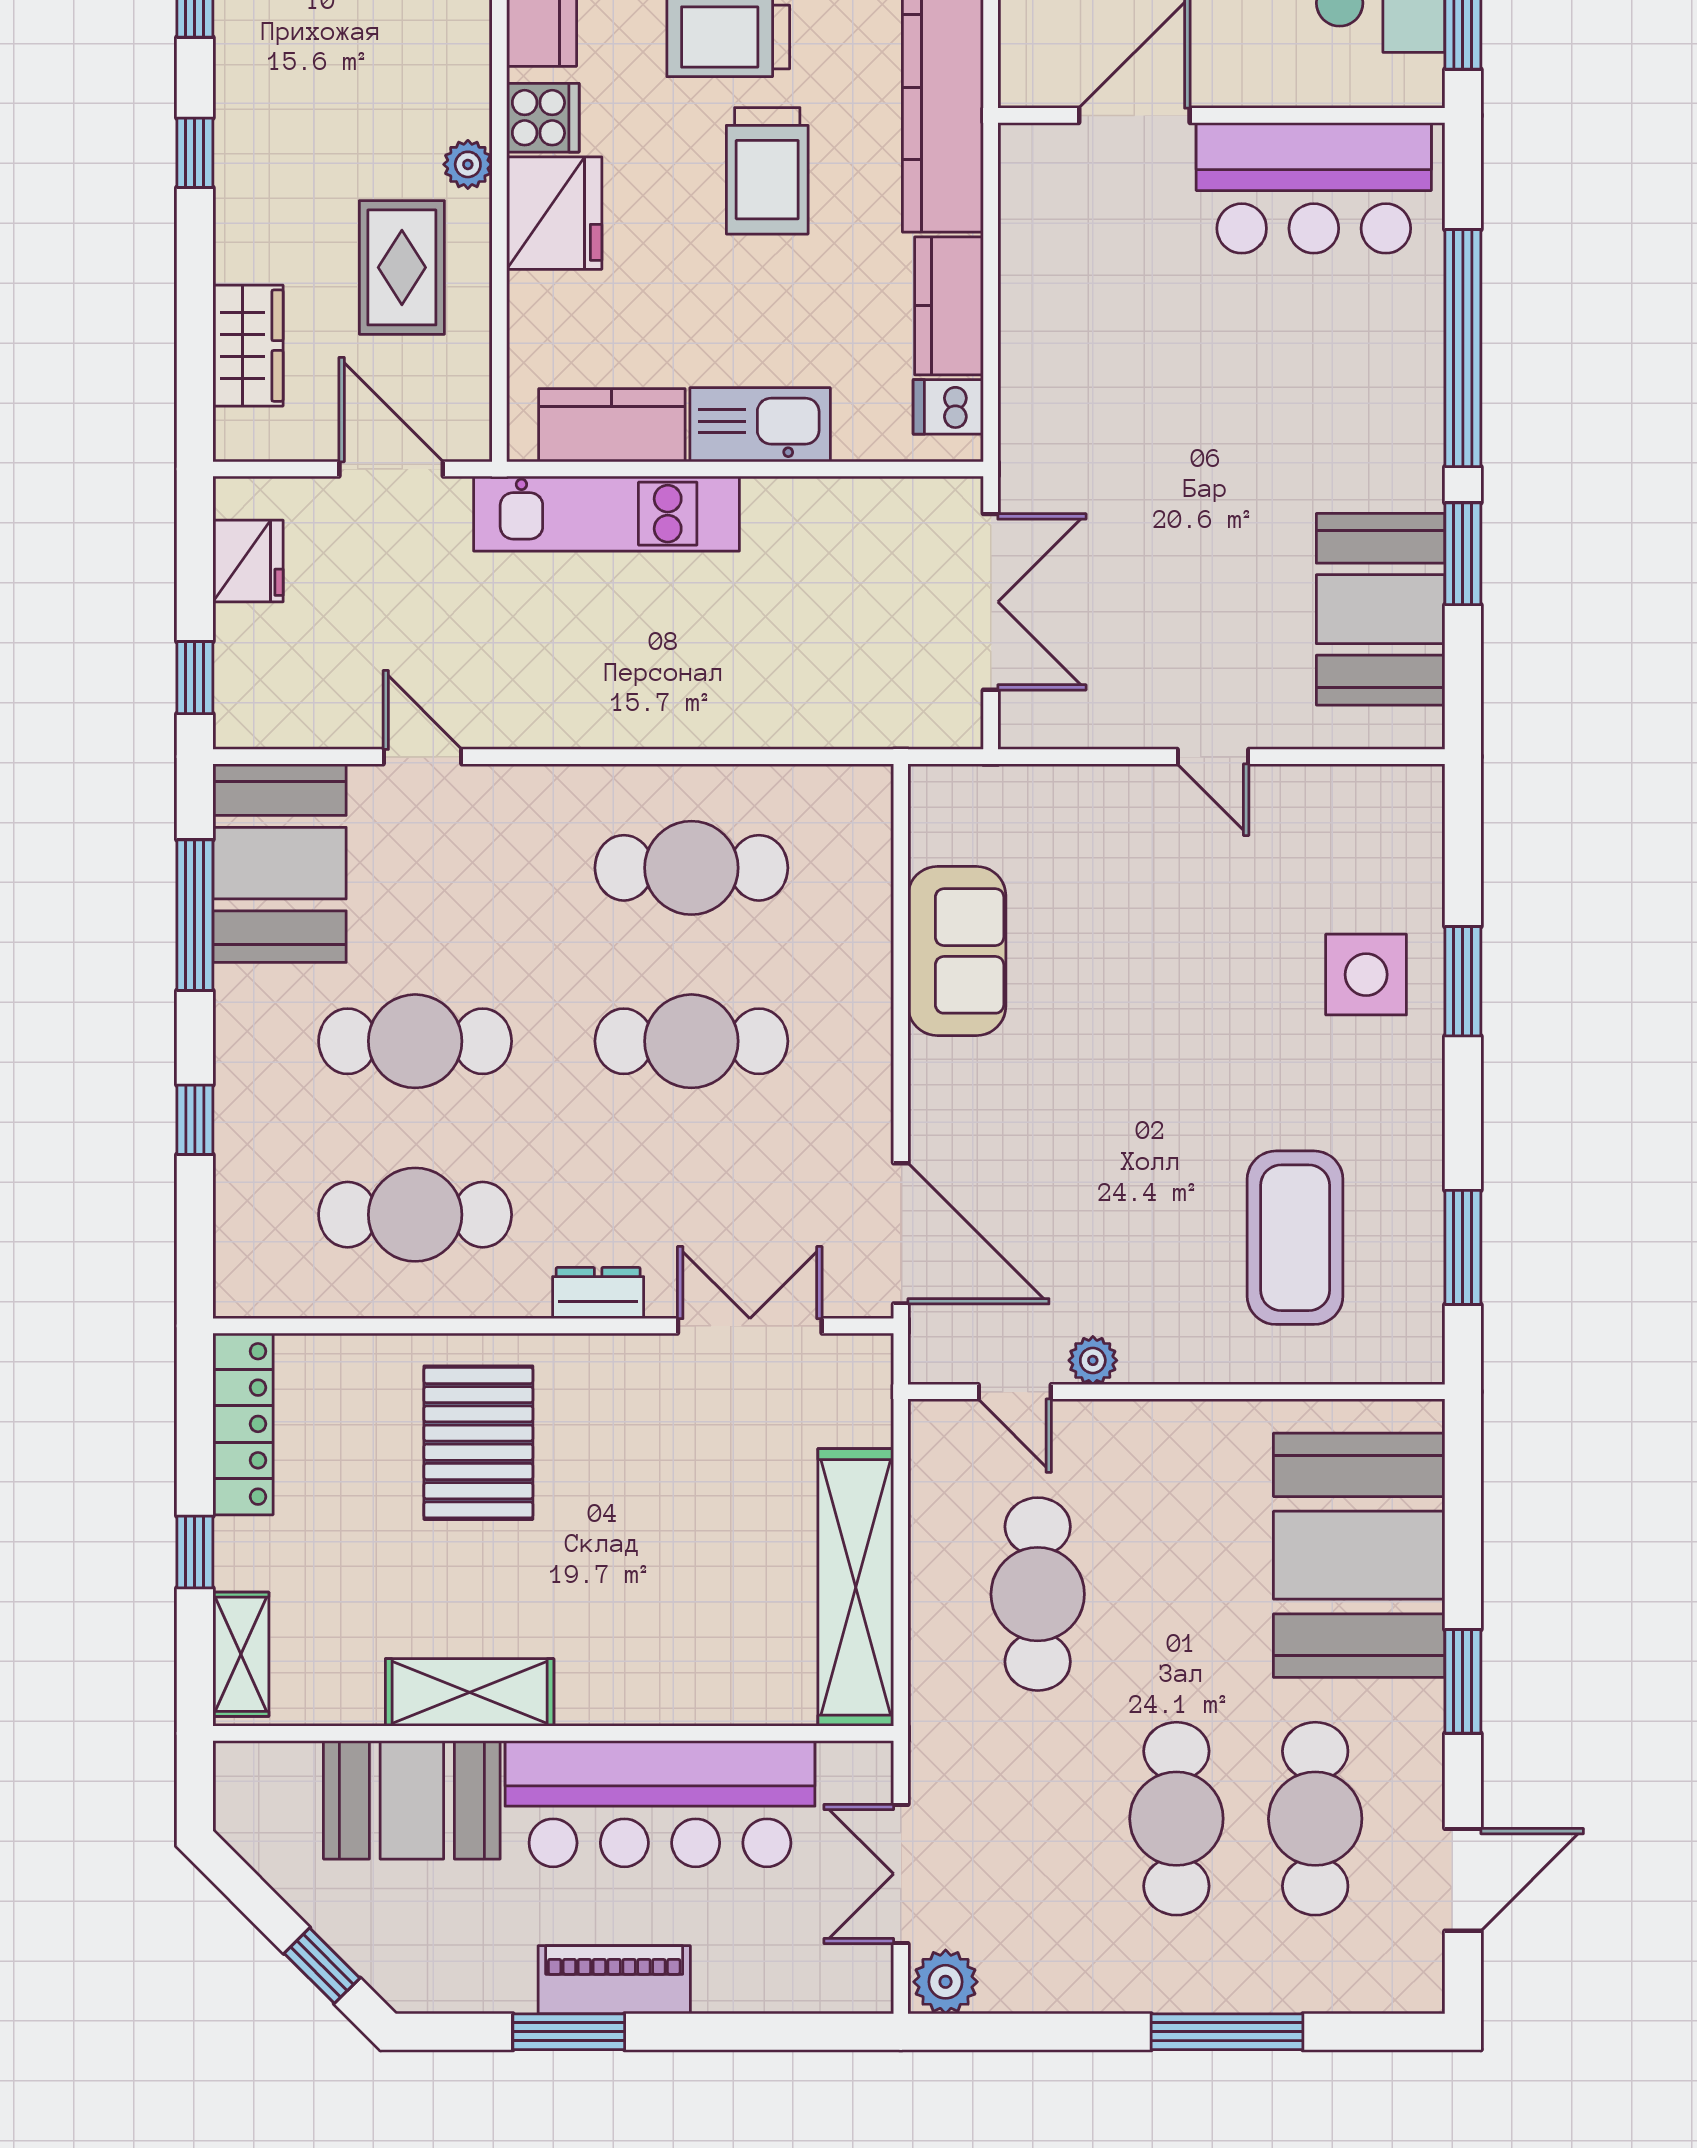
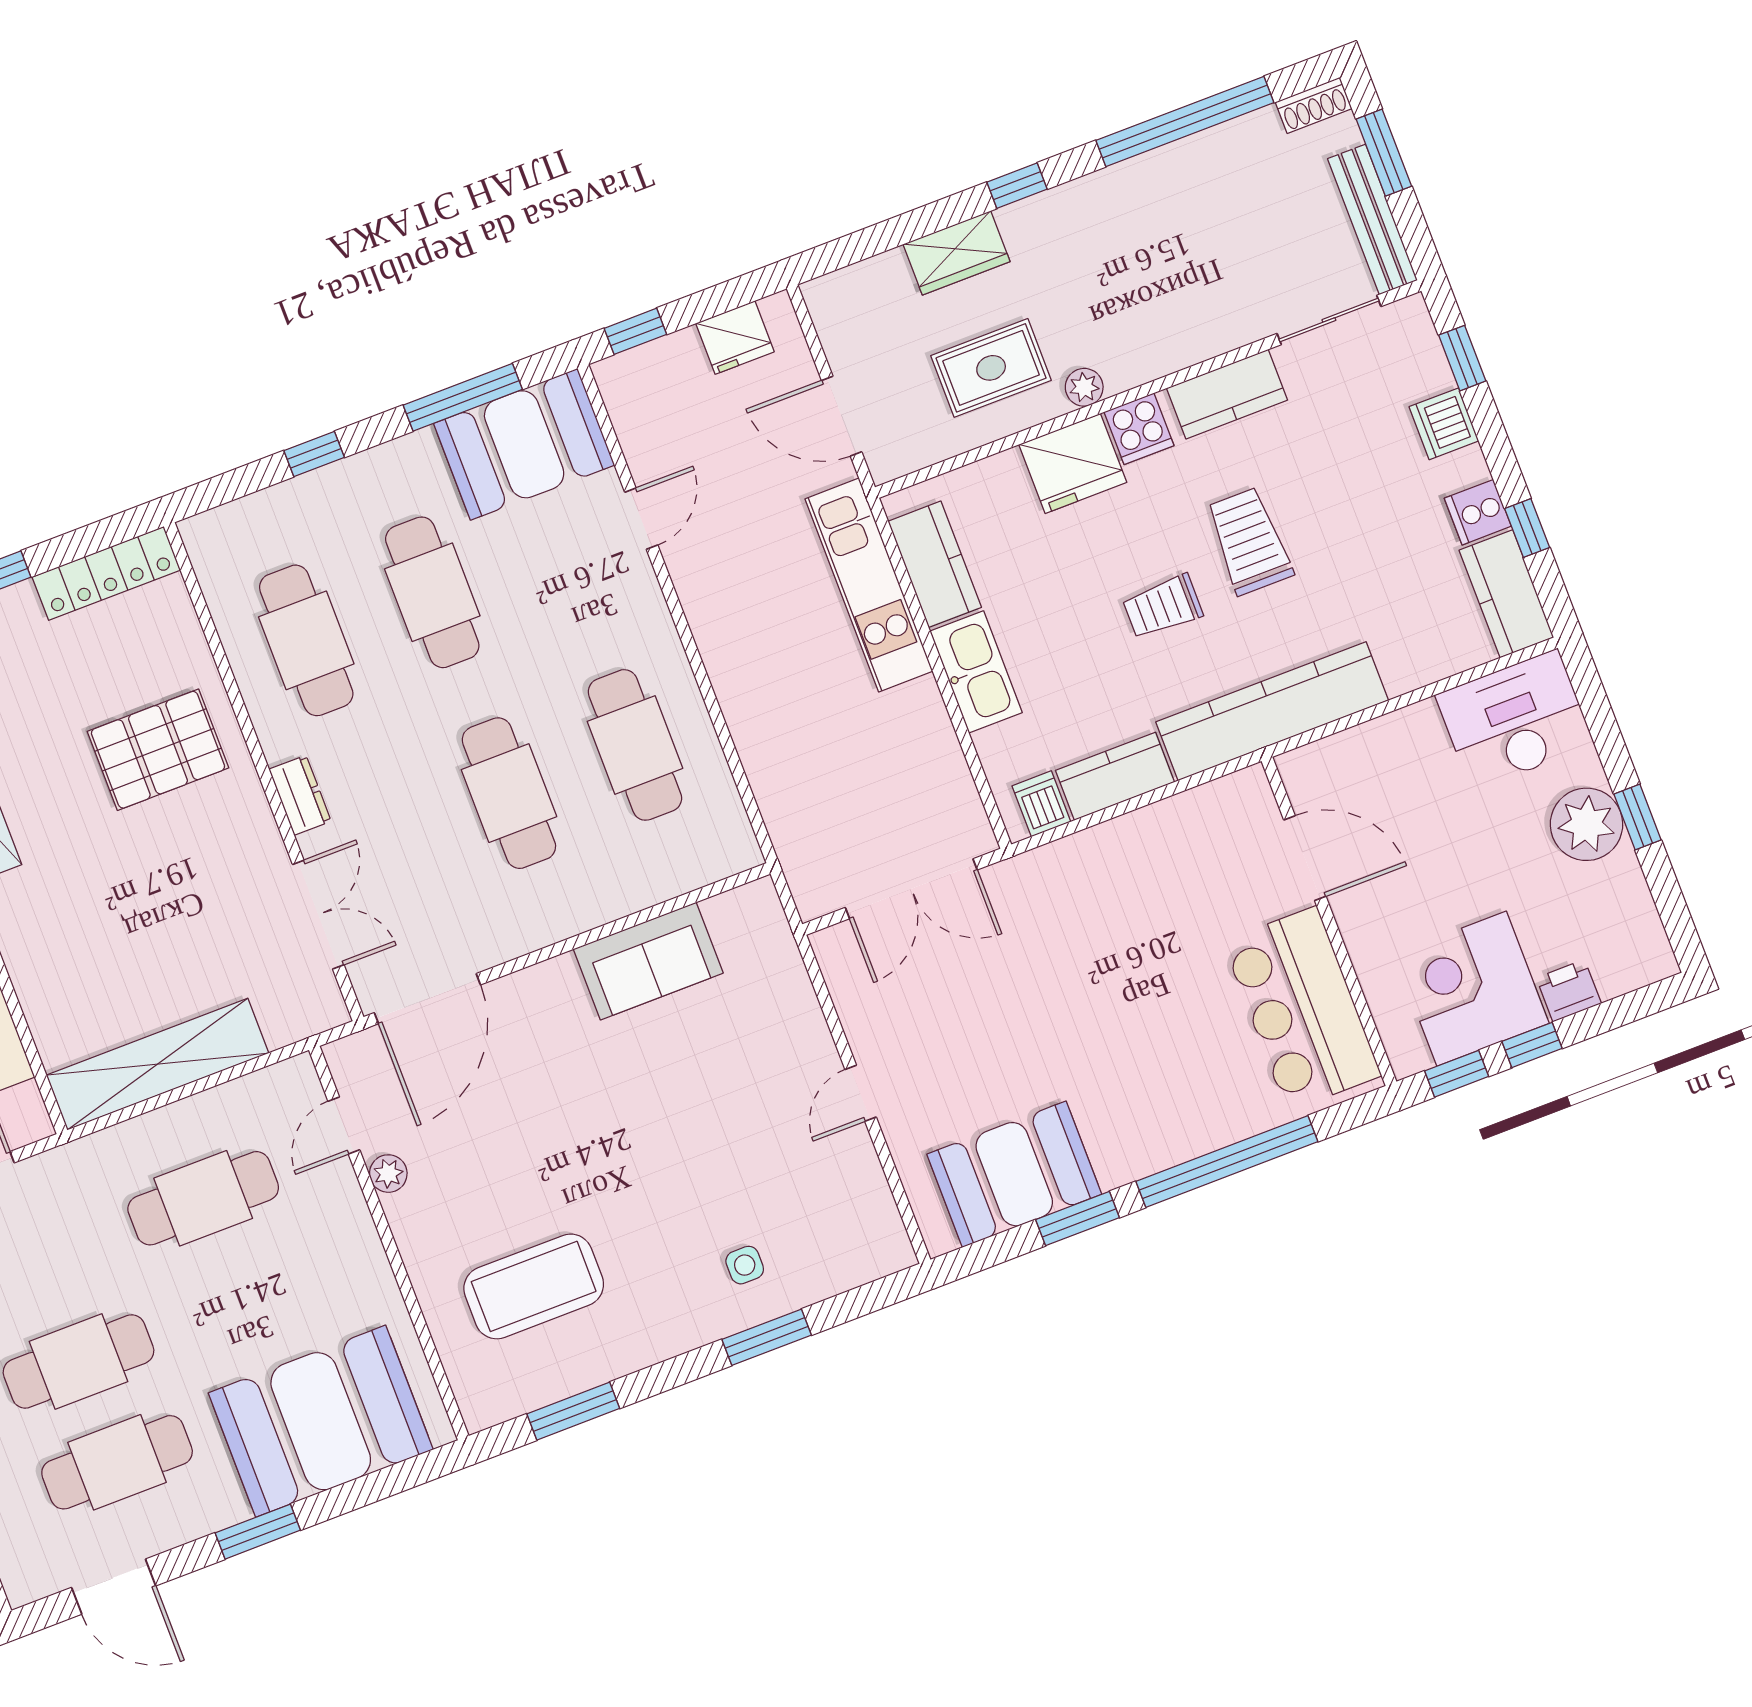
trolley: (767, 171) -> (1163, 607), width x0.73, depth x0.72
wardrobe: (248, 346) -> (957, 253), moved
door: (391, 469) -> (842, 416), swing flipped
side table: (1366, 975) -> (745, 1265), width x0.54, depth x0.54

